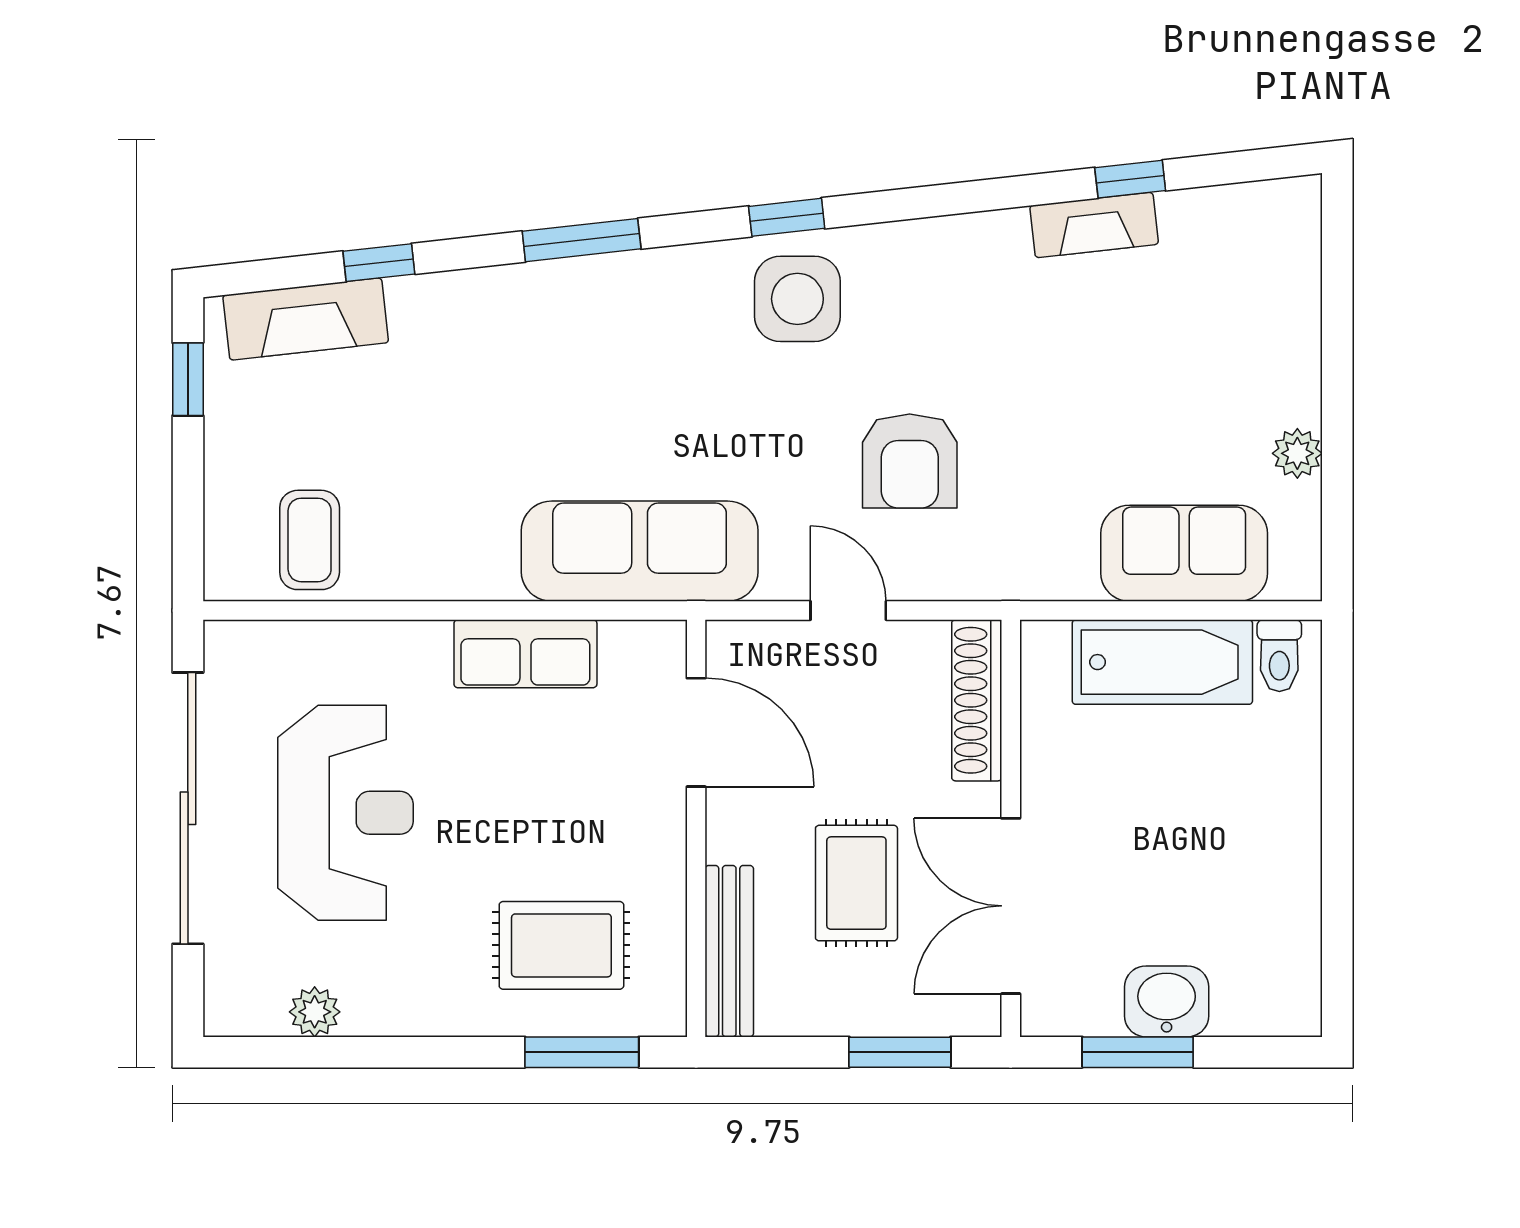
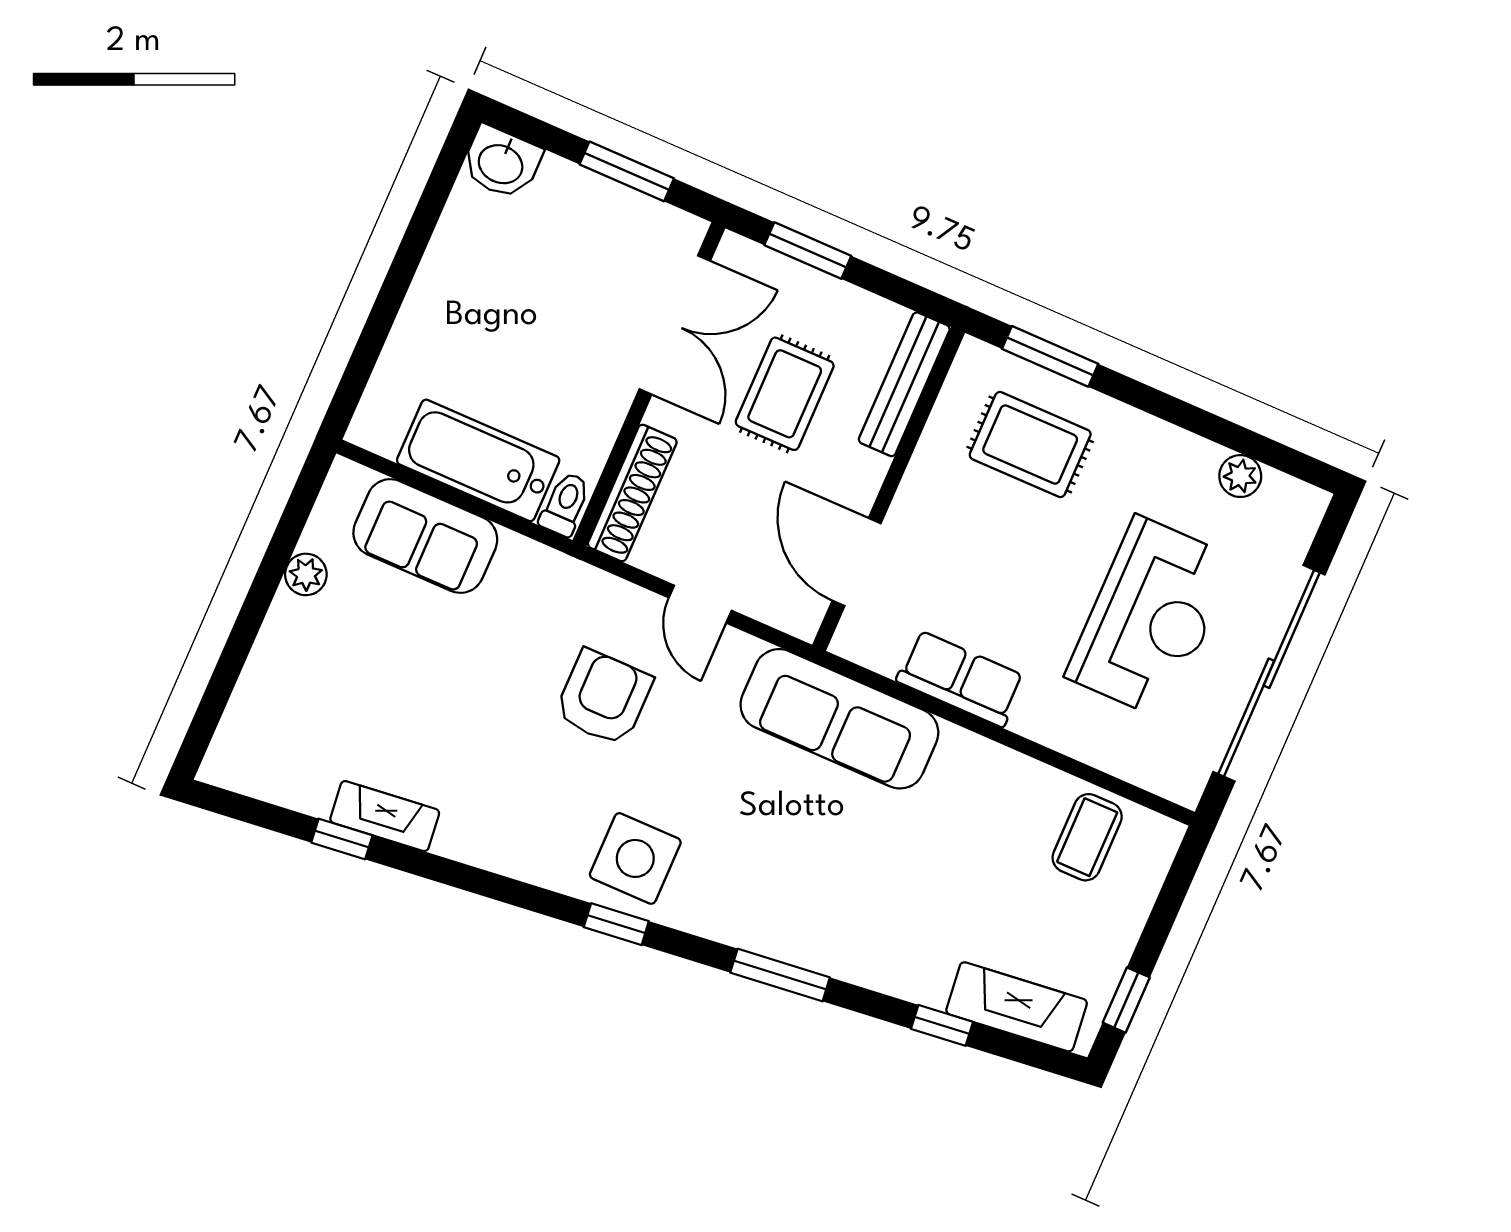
toilet: (1279, 656) -> (565, 504), moved
reception desk: (345, 813) -> (1151, 617), turned 180
washbasin: (1167, 1001) -> (501, 163), moved

